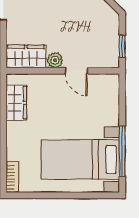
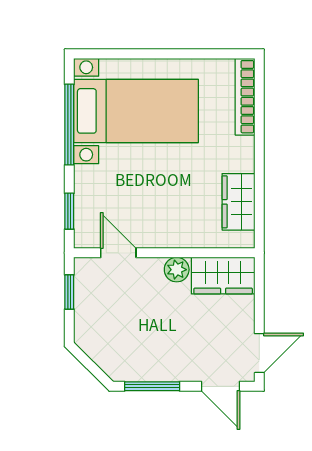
door: (76, 71) -> (118, 253), moved
window: (122, 97) -> (69, 211), added
bookcase: (12, 177) -> (245, 97), width x1.56

